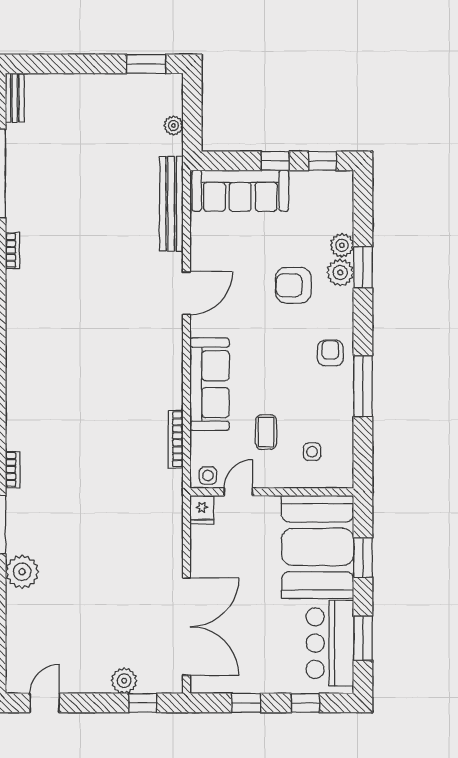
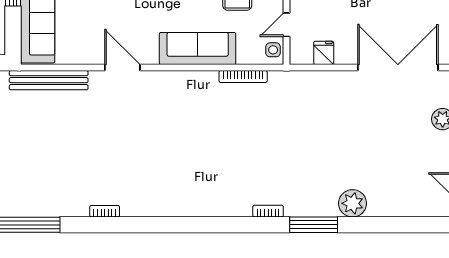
bookcase: (13, 250) -> (105, 211), moved
door: (238, 492) -> (287, 25), hinge flipped
fridge: (202, 510) -> (324, 53), moved, turned -90

